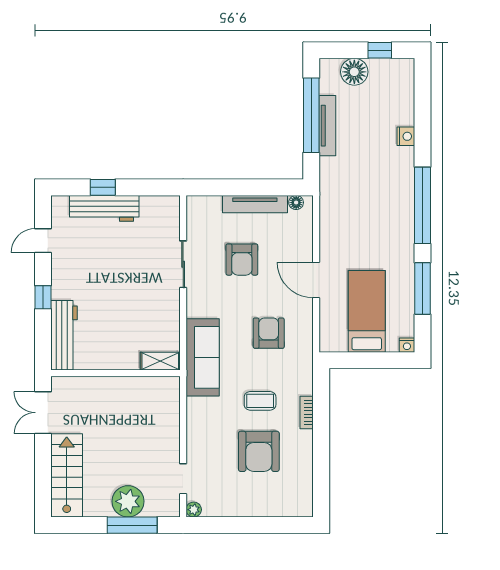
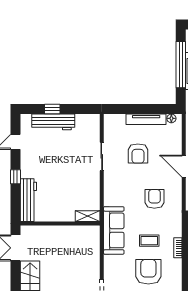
sofa: (203, 357) -> (114, 230), moved
armchair: (259, 451) -> (148, 272), turned 180

